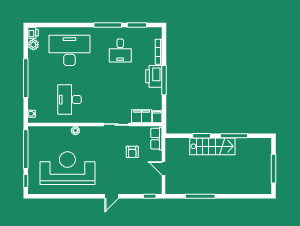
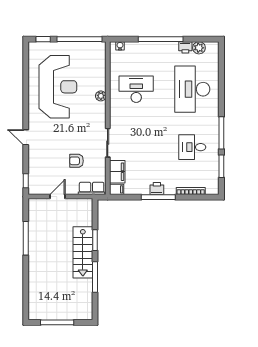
printer: (33, 33) -> (185, 47), moved
desk: (69, 50) -> (192, 89), turned 180
printer: (154, 76) -> (157, 189), width x0.53, depth x0.68

